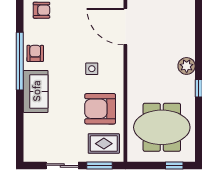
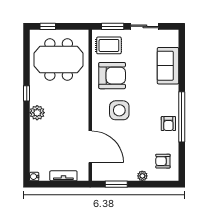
side table: (92, 69) -> (119, 110), width x1.87, depth x1.87
sofa: (36, 91) -> (168, 66), moved

